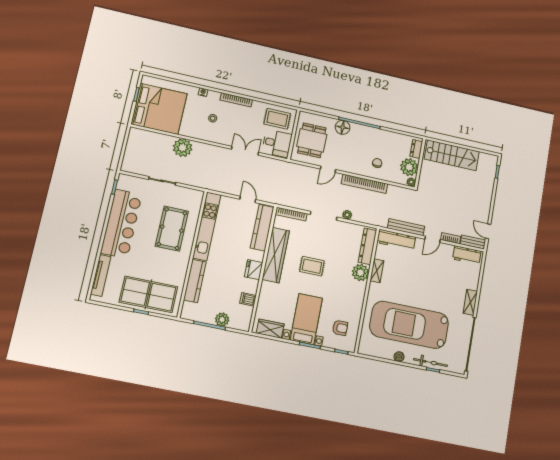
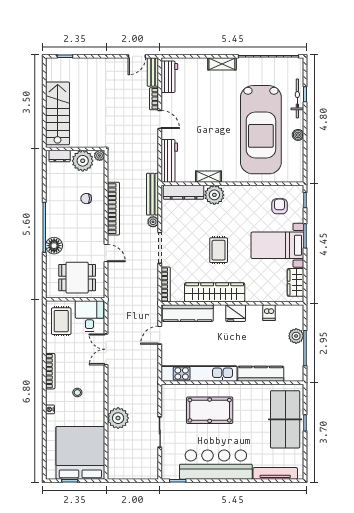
bench: (406, 227) -> (153, 194), moved

